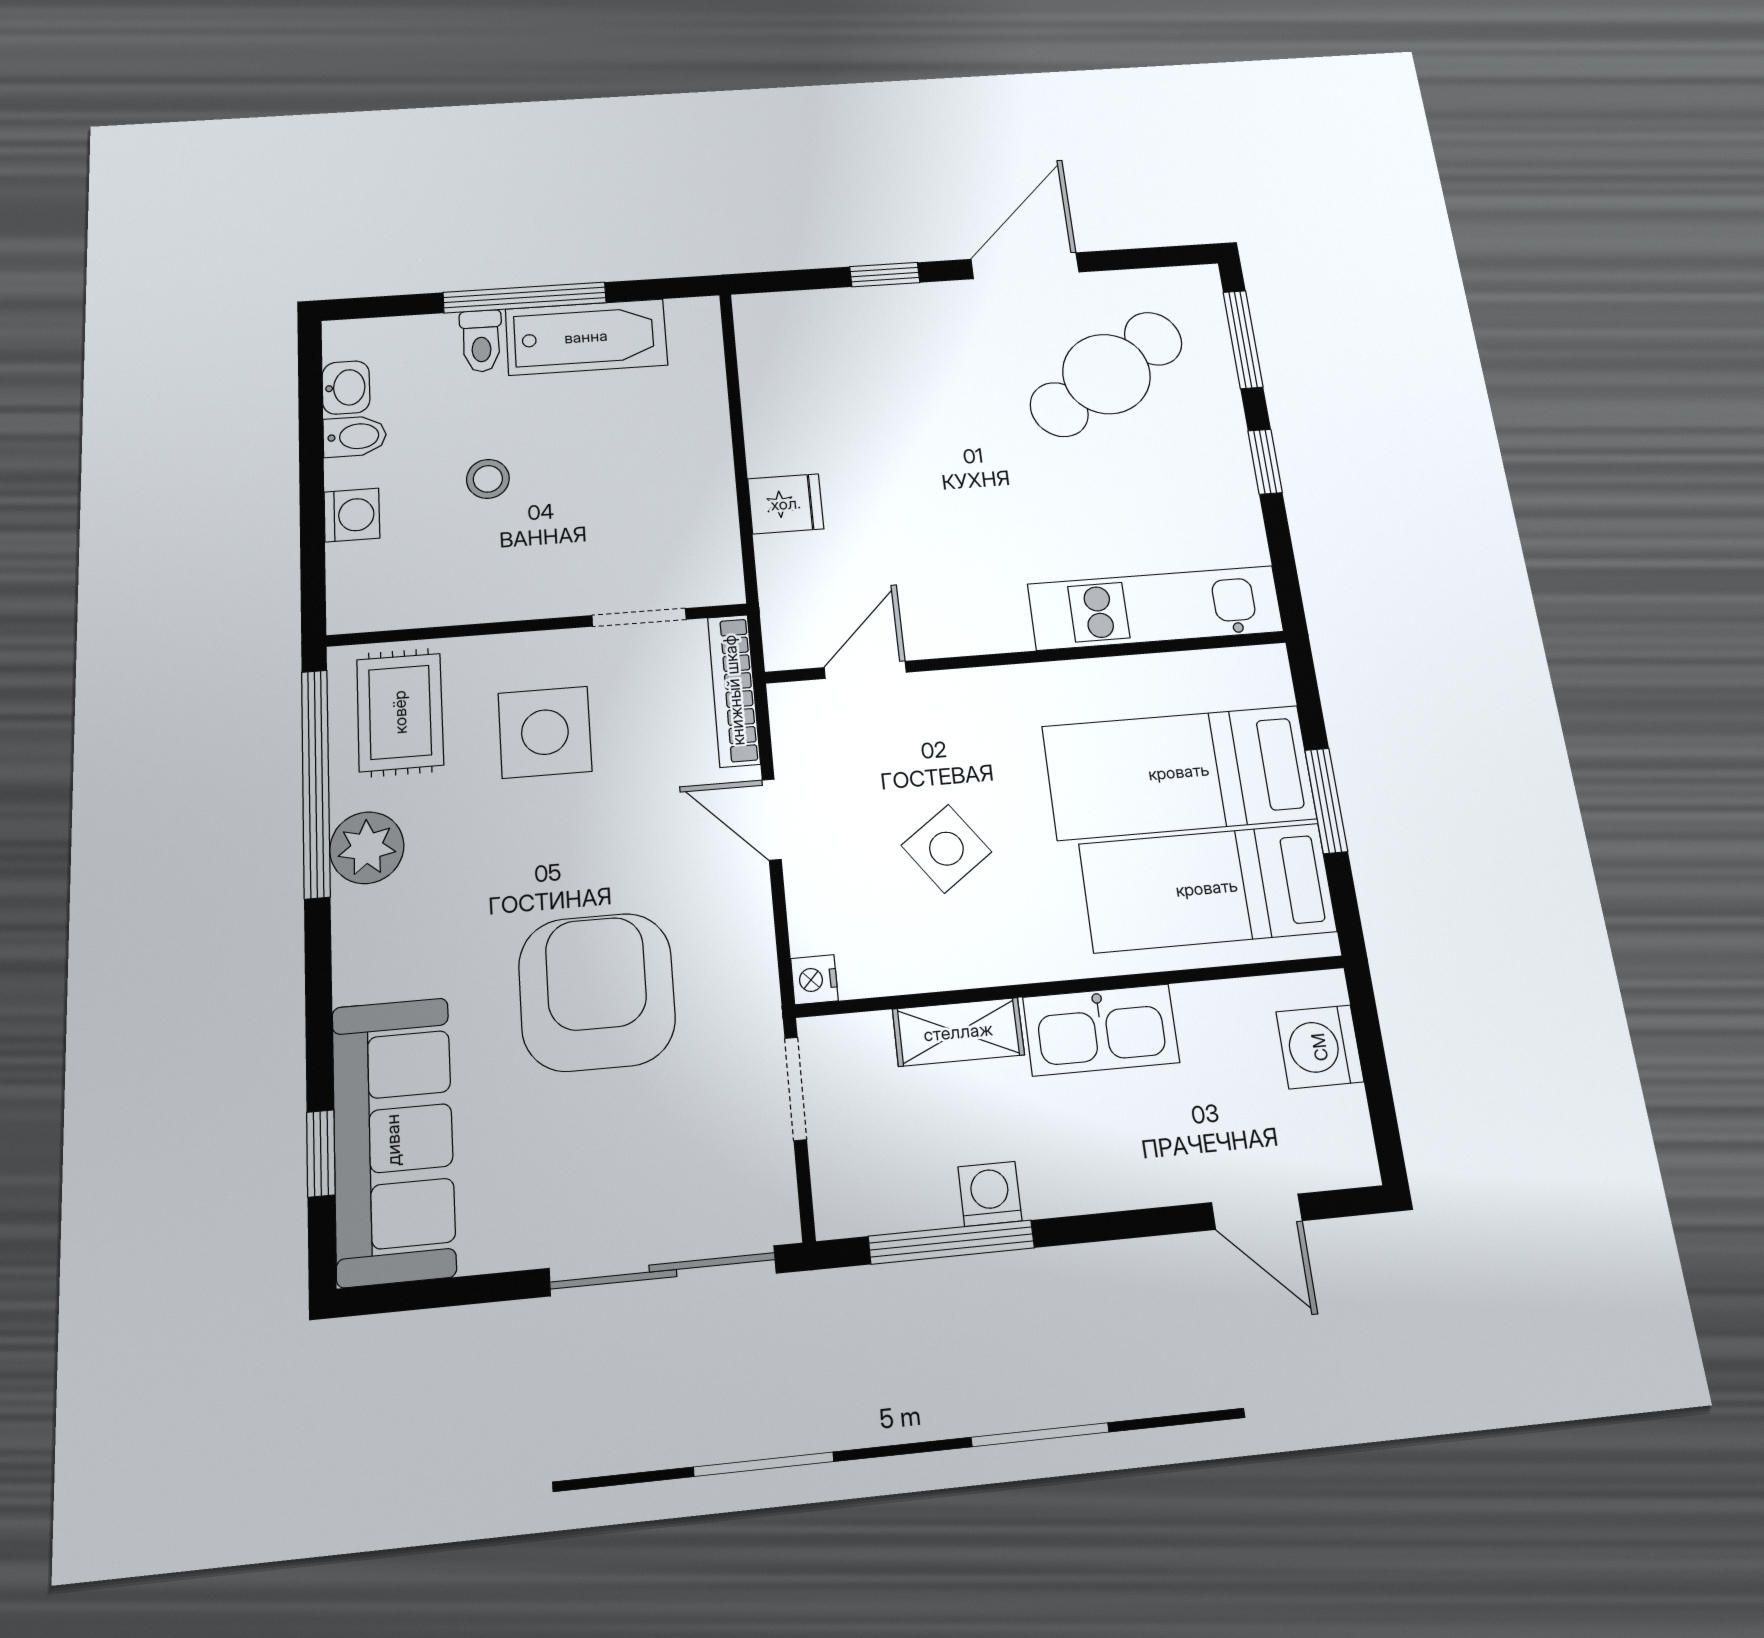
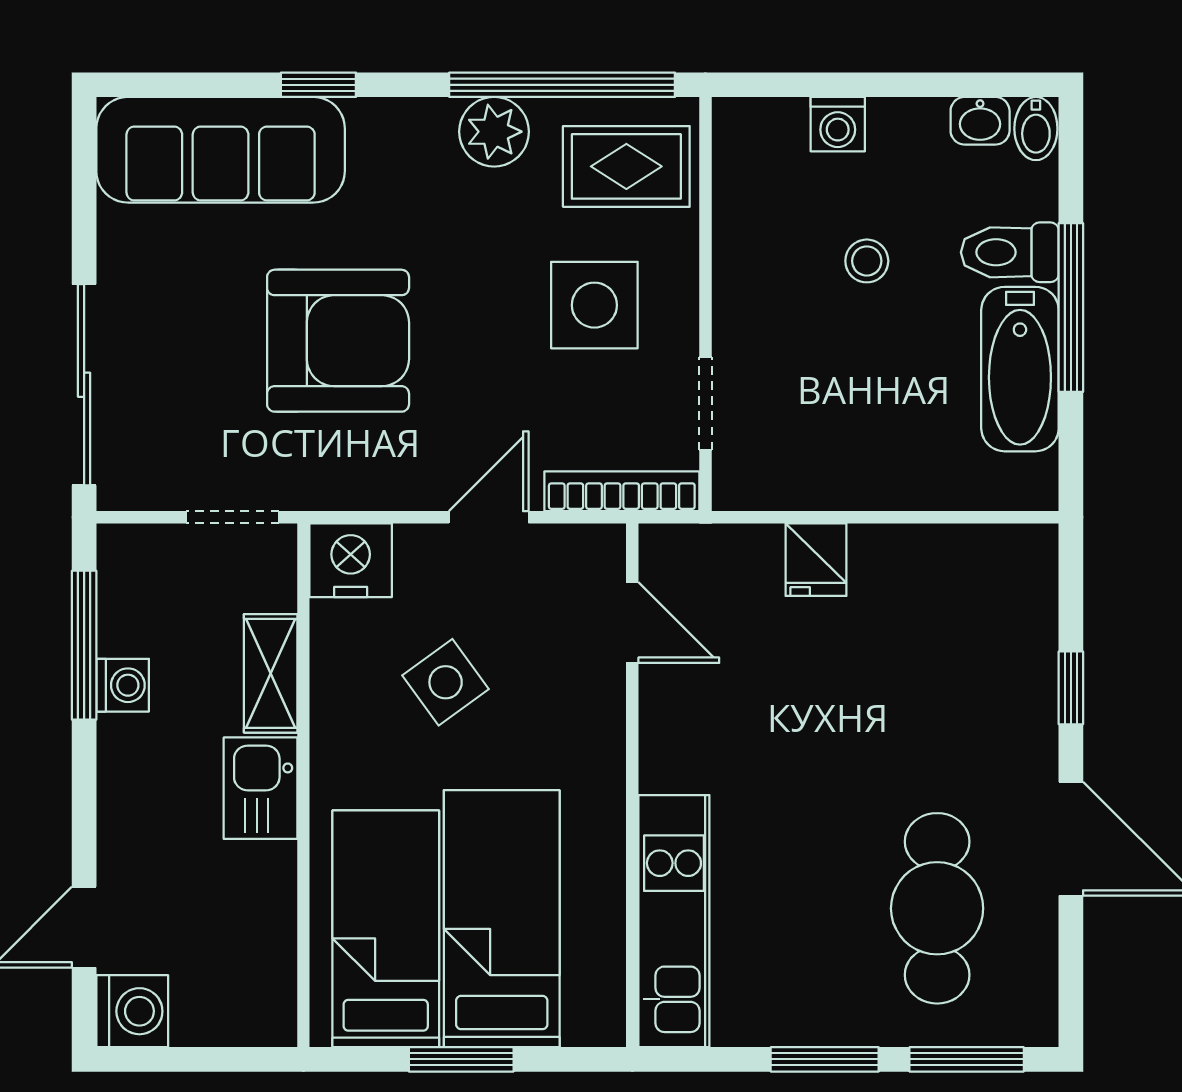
toilet: (481, 341) -> (1010, 252), width x1.37, depth x1.39
cafe table: (1106, 374) -> (937, 908), turned 34
bidet: (355, 436) -> (1036, 129), moved
window: (1265, 462) -> (825, 1059), width x1.50
nightstand: (814, 980) -> (351, 560), width x1.89, depth x1.79
kitchen sink: (1101, 1030) -> (260, 788), width x0.73
washing machine: (1320, 1047) -> (132, 1011), moved, turned 90
window: (321, 1153) -> (318, 85), moved

